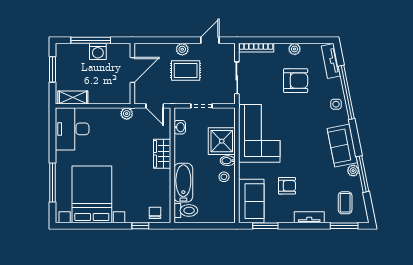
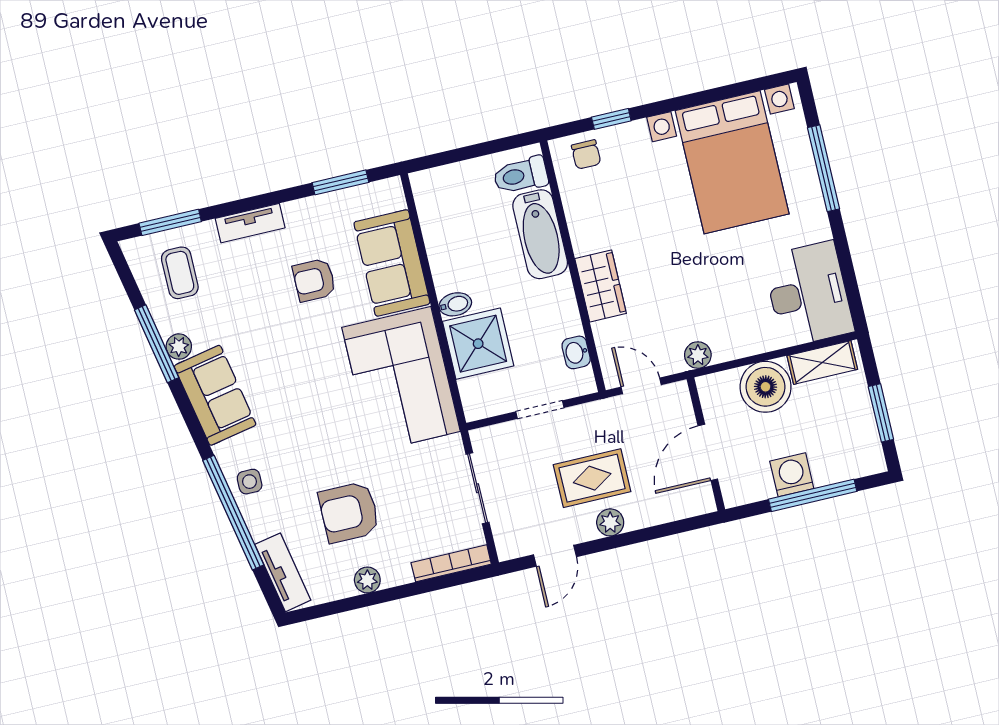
boiler: (100, 93) -> (766, 387), added
stool: (224, 177) -> (455, 268), removed
sofa: (251, 201) -> (392, 263), moved

